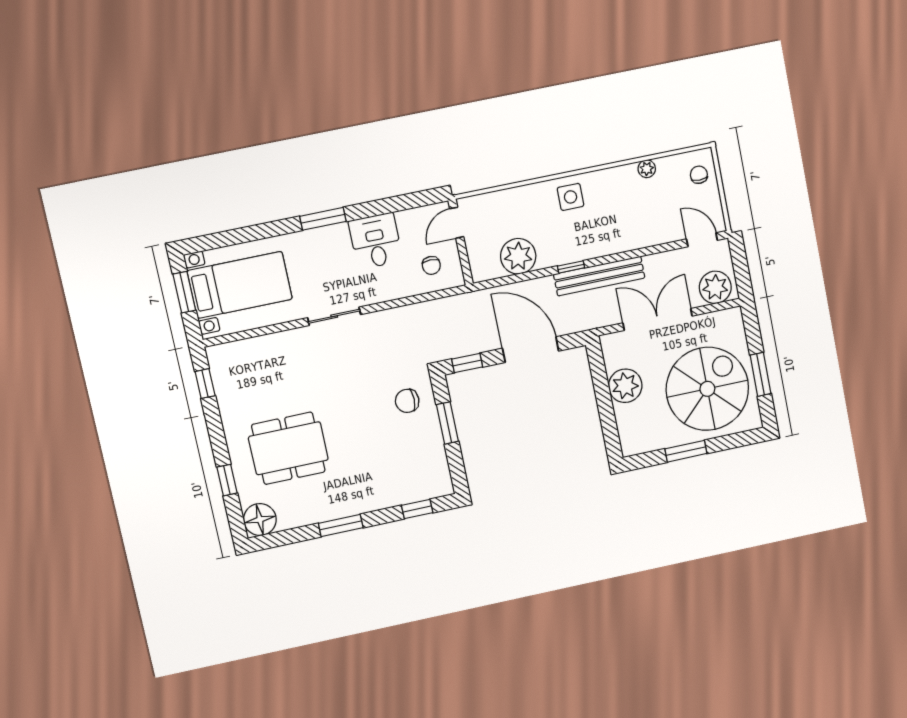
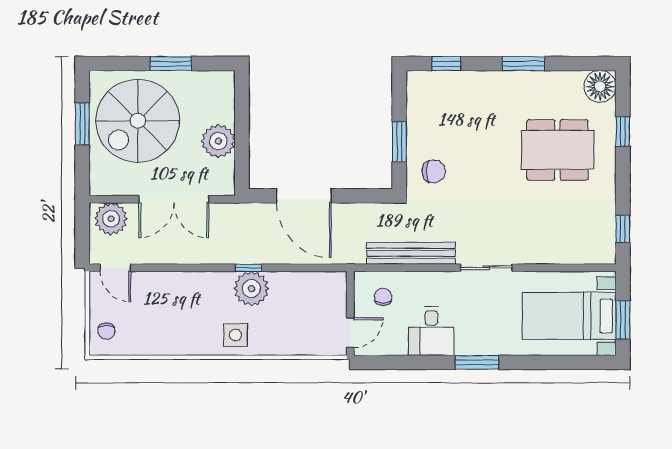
plant: (647, 169) -> (156, 347), removed
plant: (518, 256) -> (251, 289), moved
bench: (599, 276) -> (411, 253), moved
window: (467, 363) -> (368, 196), removed

